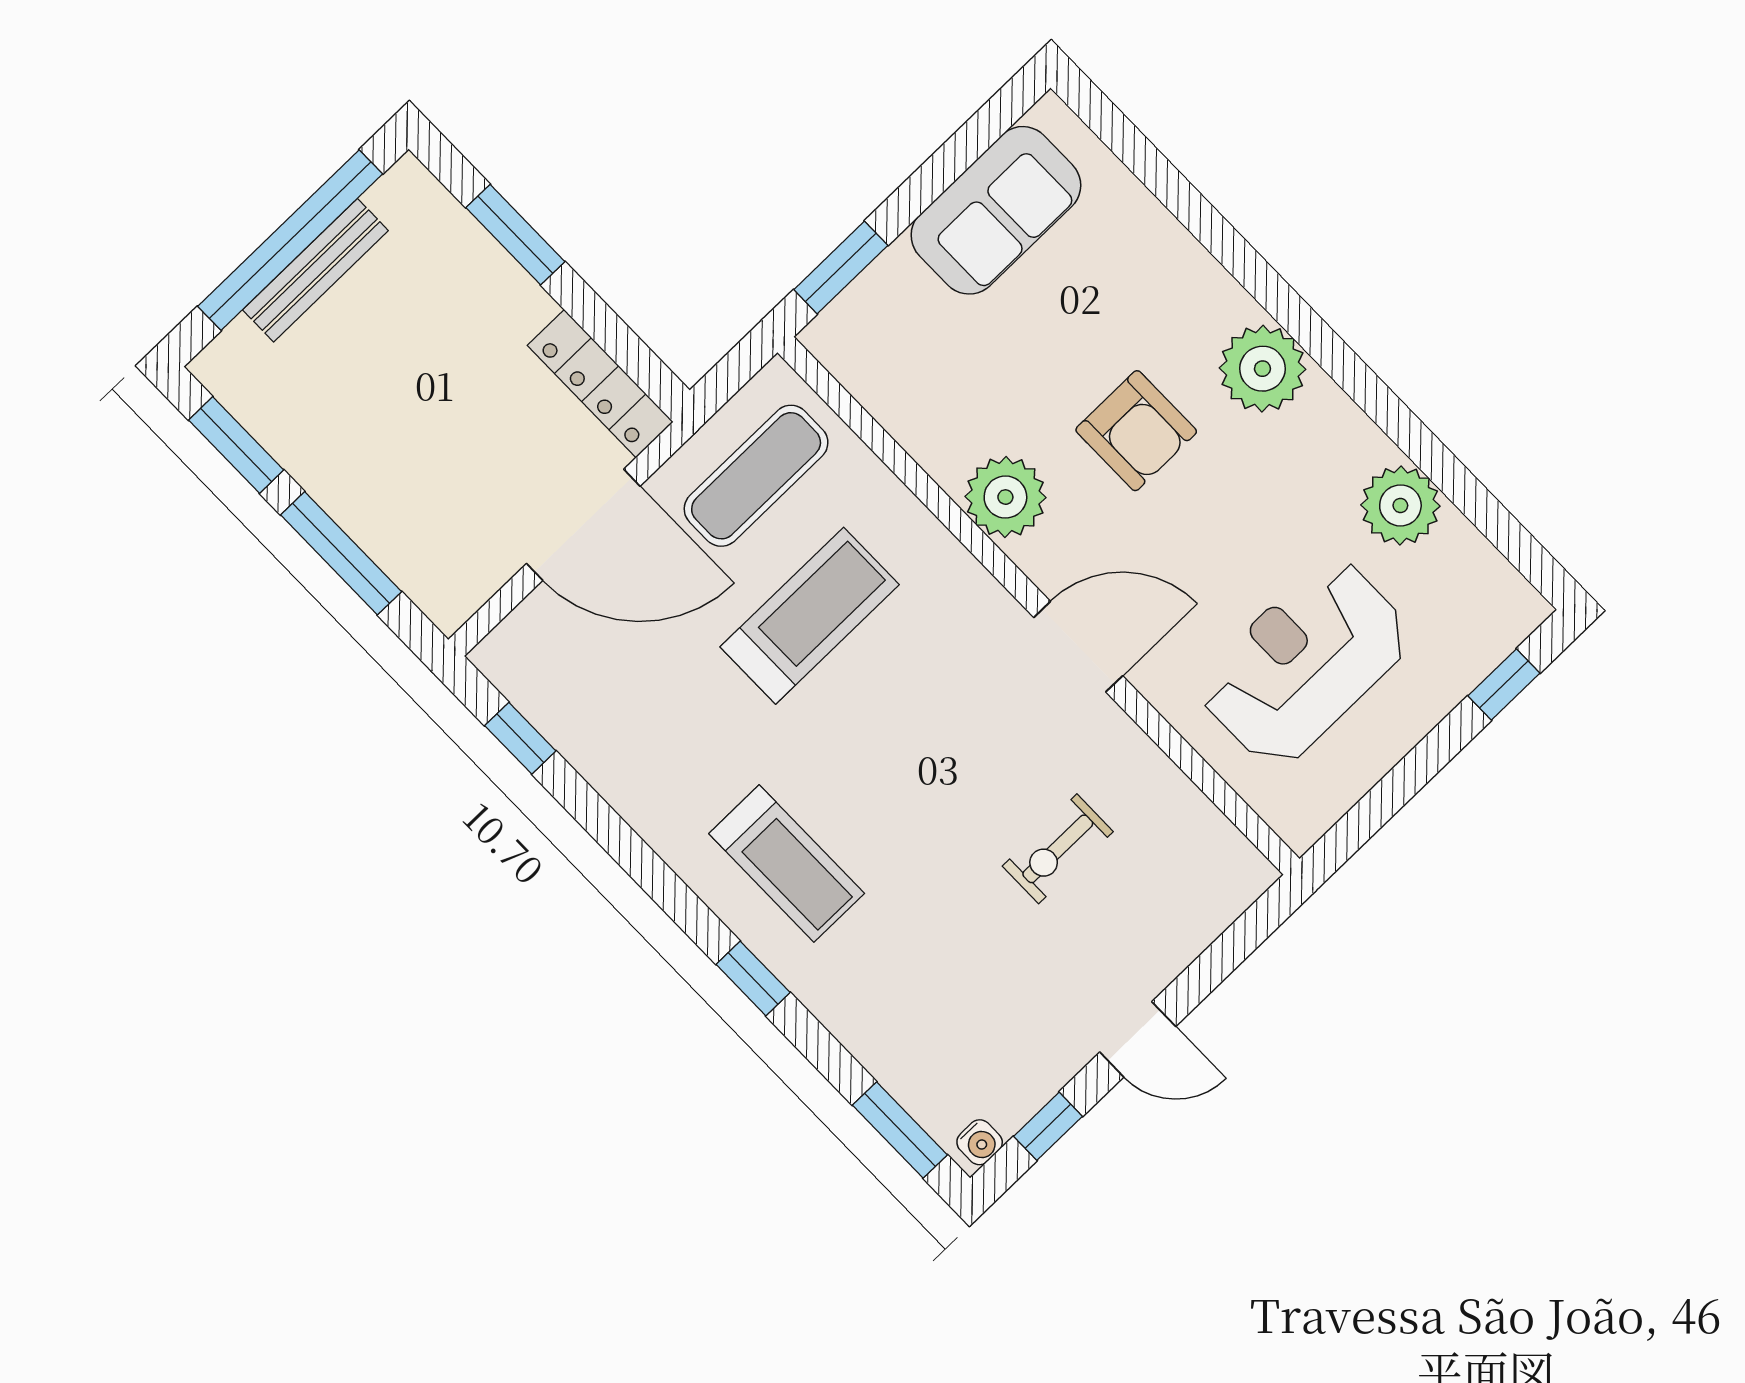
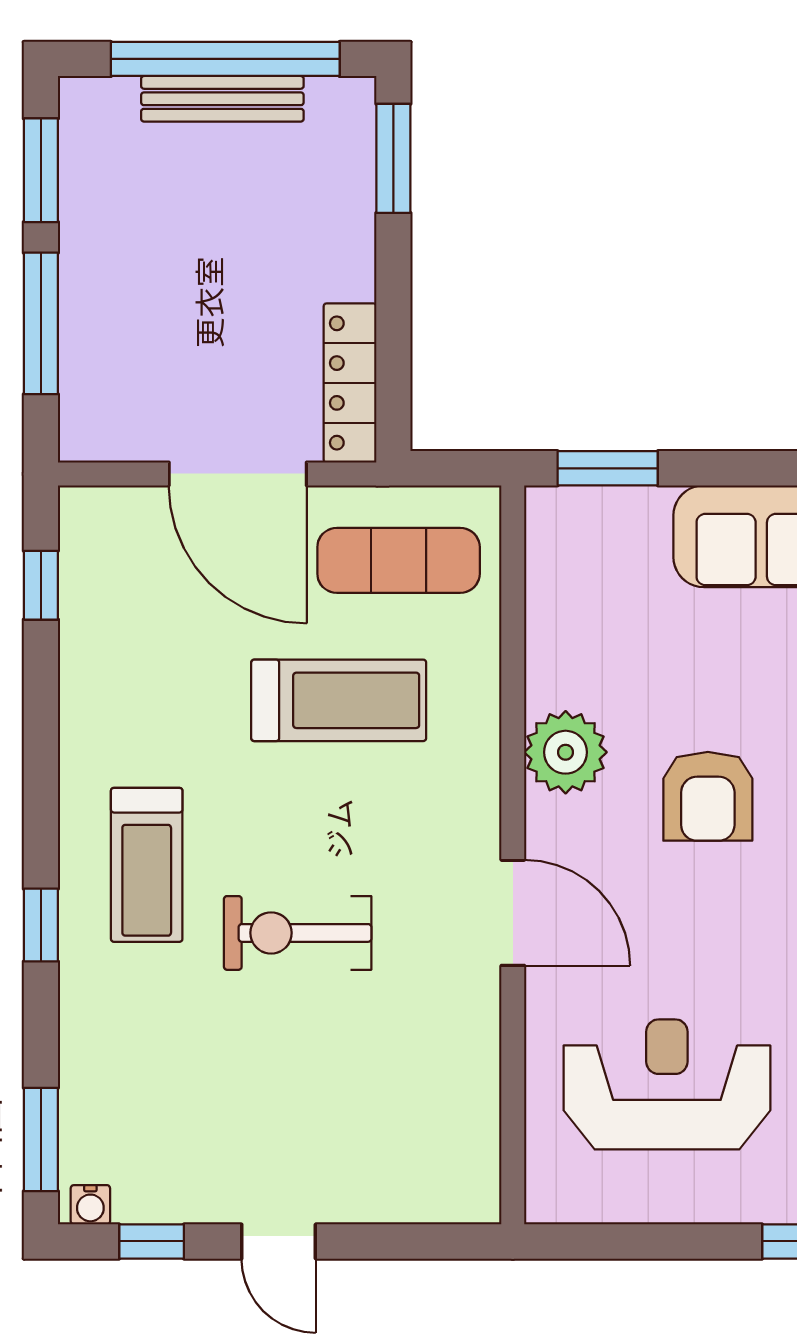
window: (515, 235) -> (393, 158), moved
exercise bike: (1058, 849) -> (298, 933), moved, width x1.38, depth x1.39

